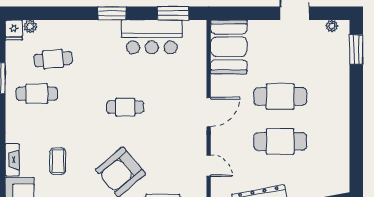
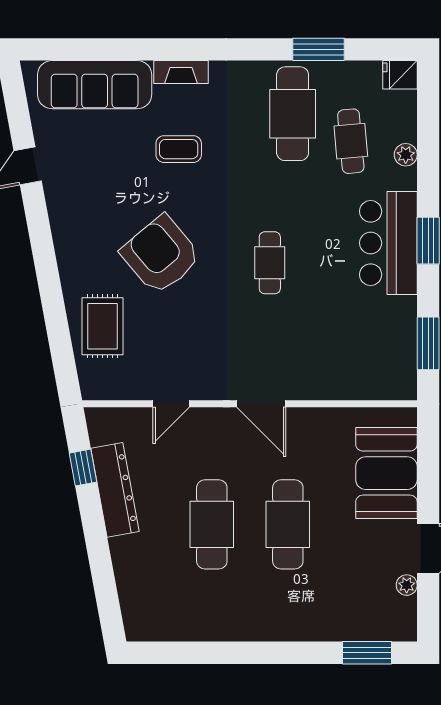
plant: (332, 26) -> (407, 585), moved
plant: (30, 27) -> (406, 155), moved
bar counter: (152, 37) -> (388, 243), moved
booth: (229, 47) -> (386, 473), moved, turned 90
cafe table: (37, 94) -> (293, 114), width x1.37, depth x1.35

